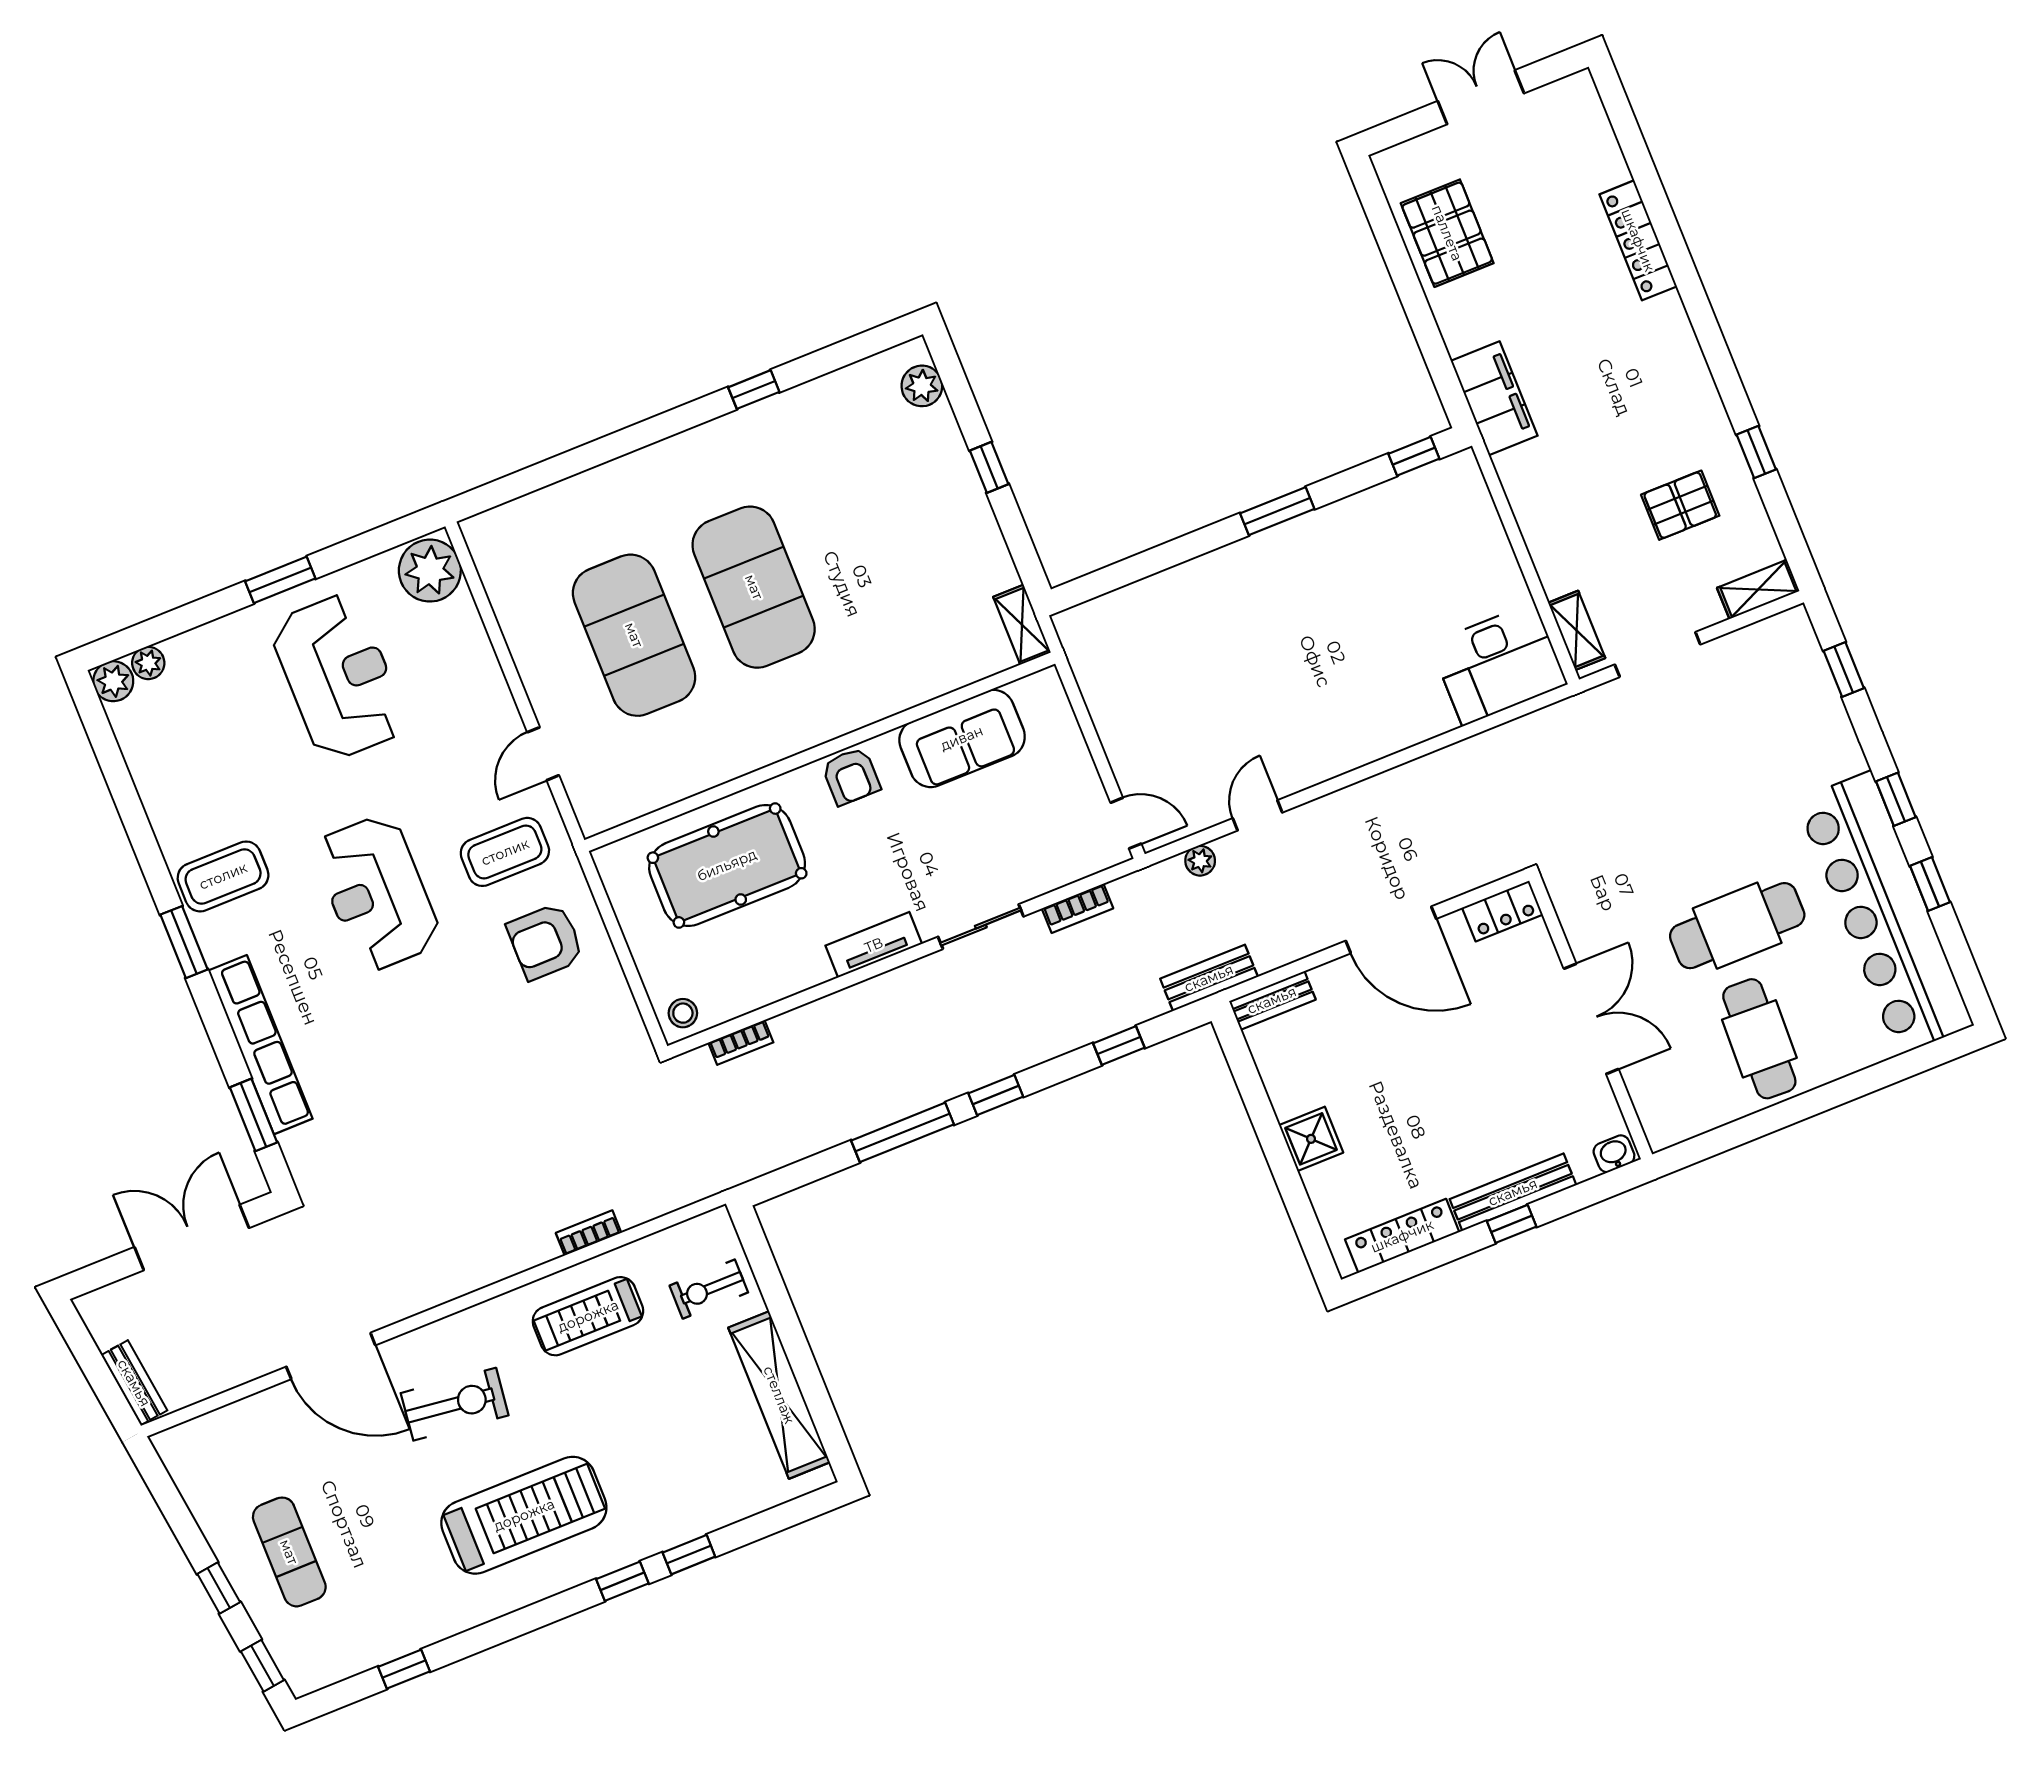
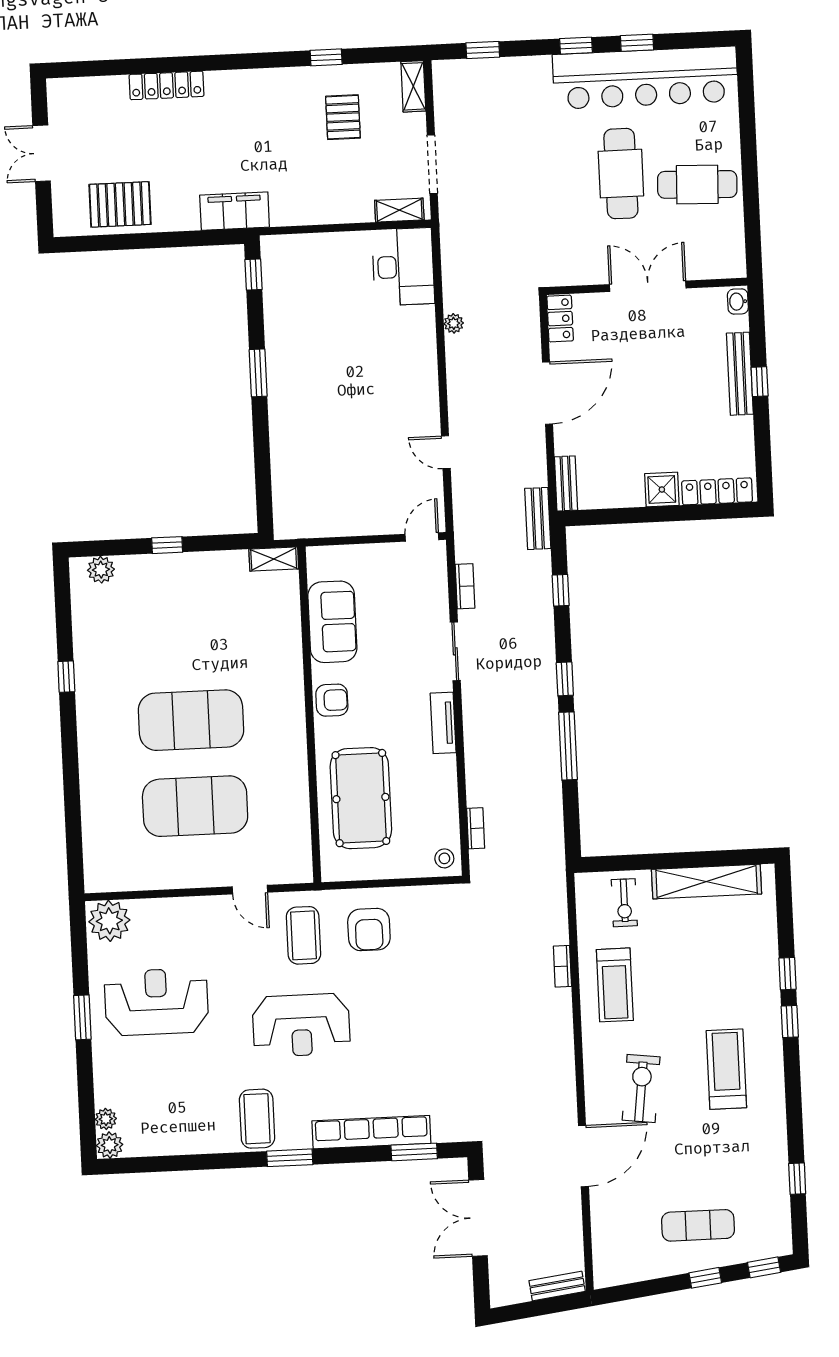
plant: (1200, 861) -> (454, 323), moved
locker: (1402, 1236) -> (717, 491), moved, turned 90
treadmill: (524, 1515) -> (726, 1069), width x0.73, depth x0.73

